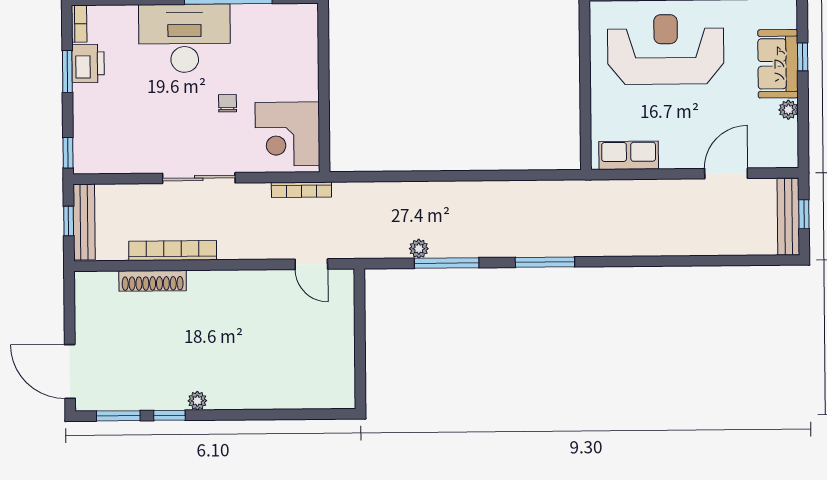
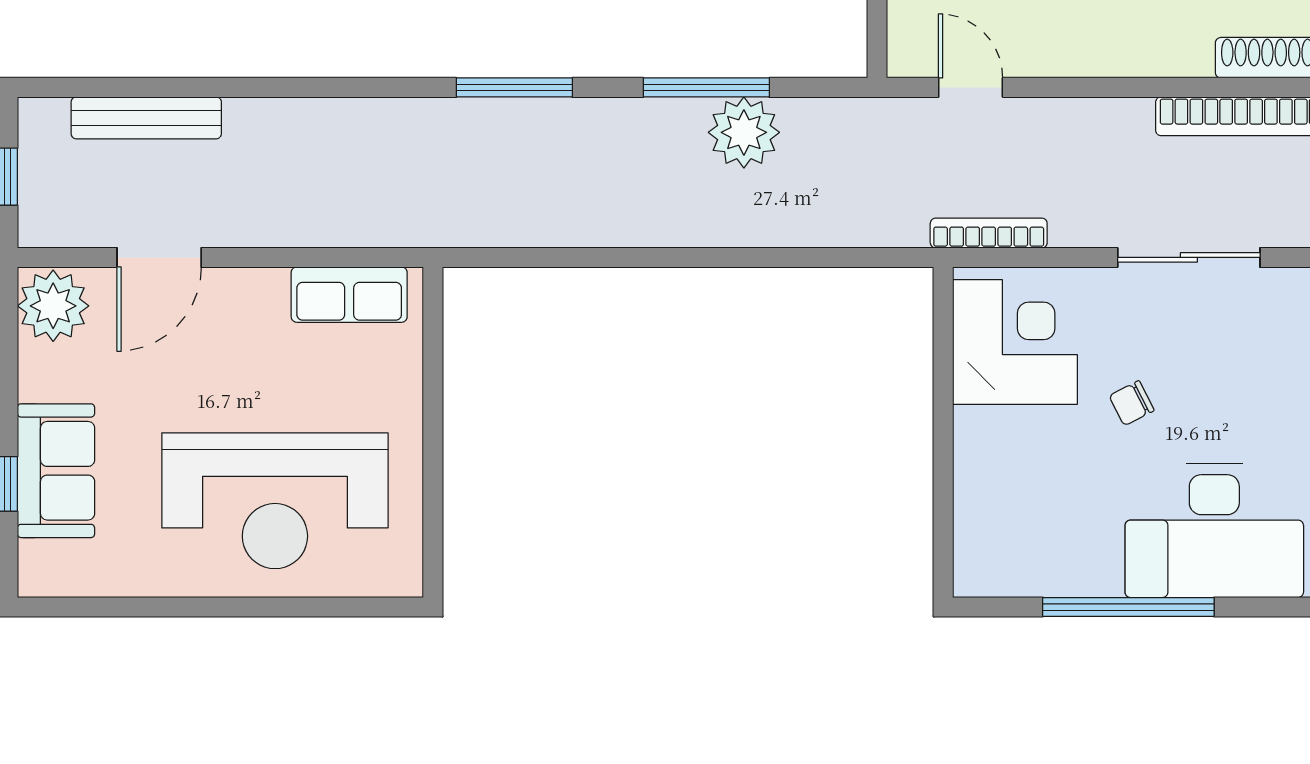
chair: (227, 103) -> (1132, 403), turned 63
plant: (788, 110) -> (53, 306), moved, width x1.87, depth x1.87
bench: (788, 217) -> (146, 118), moved, turned 90
plant: (419, 249) -> (744, 132), width x1.87, depth x1.87

